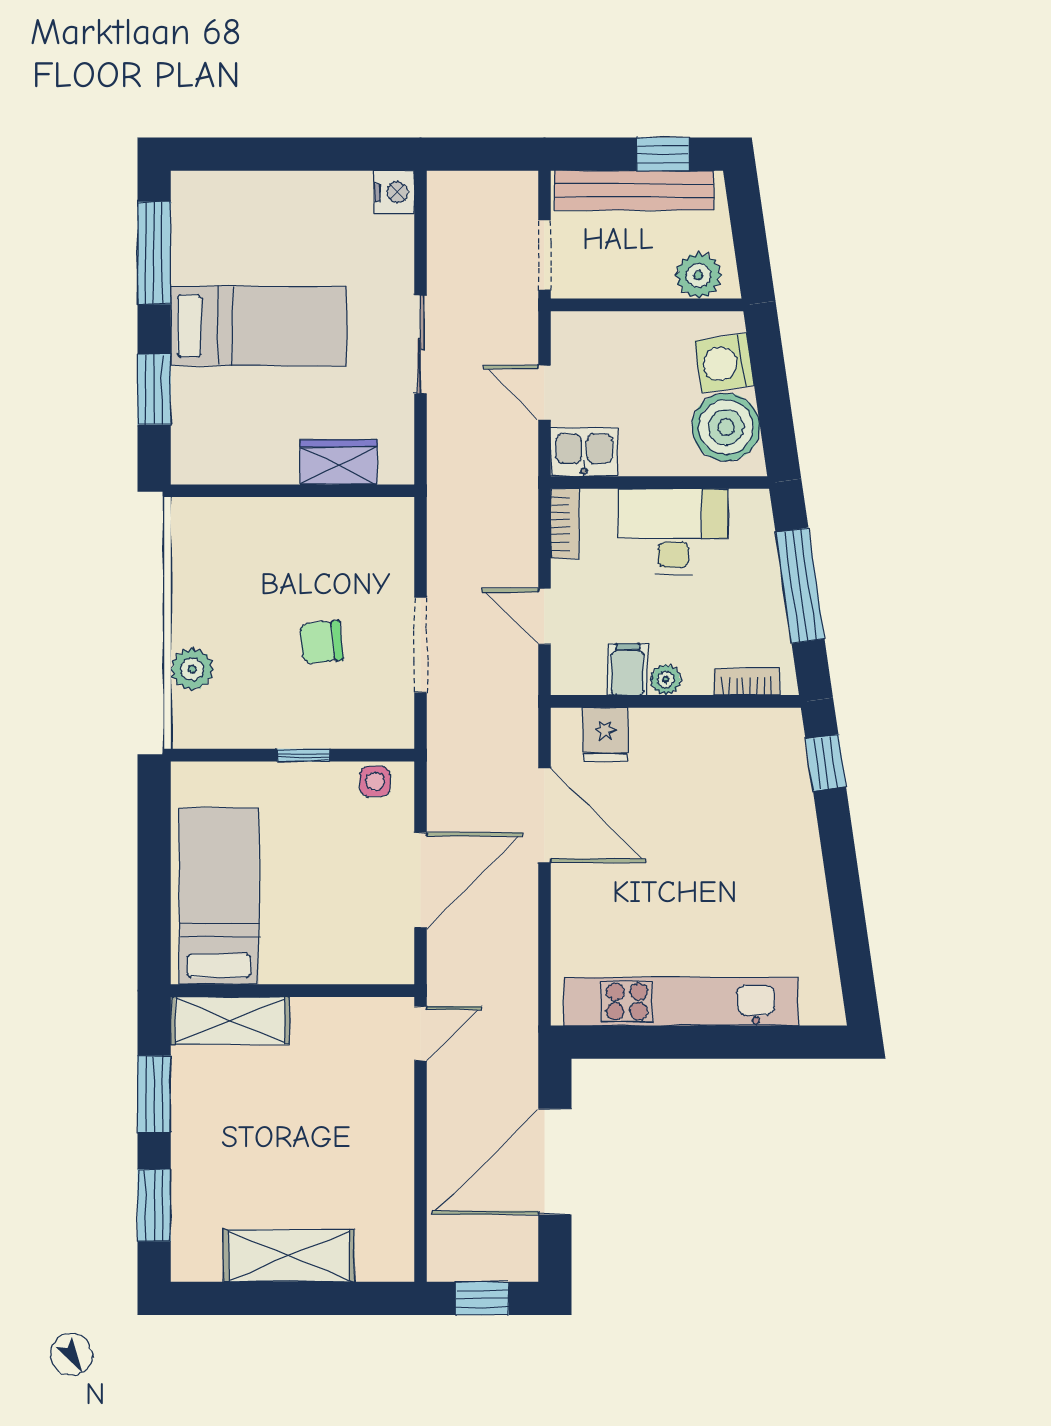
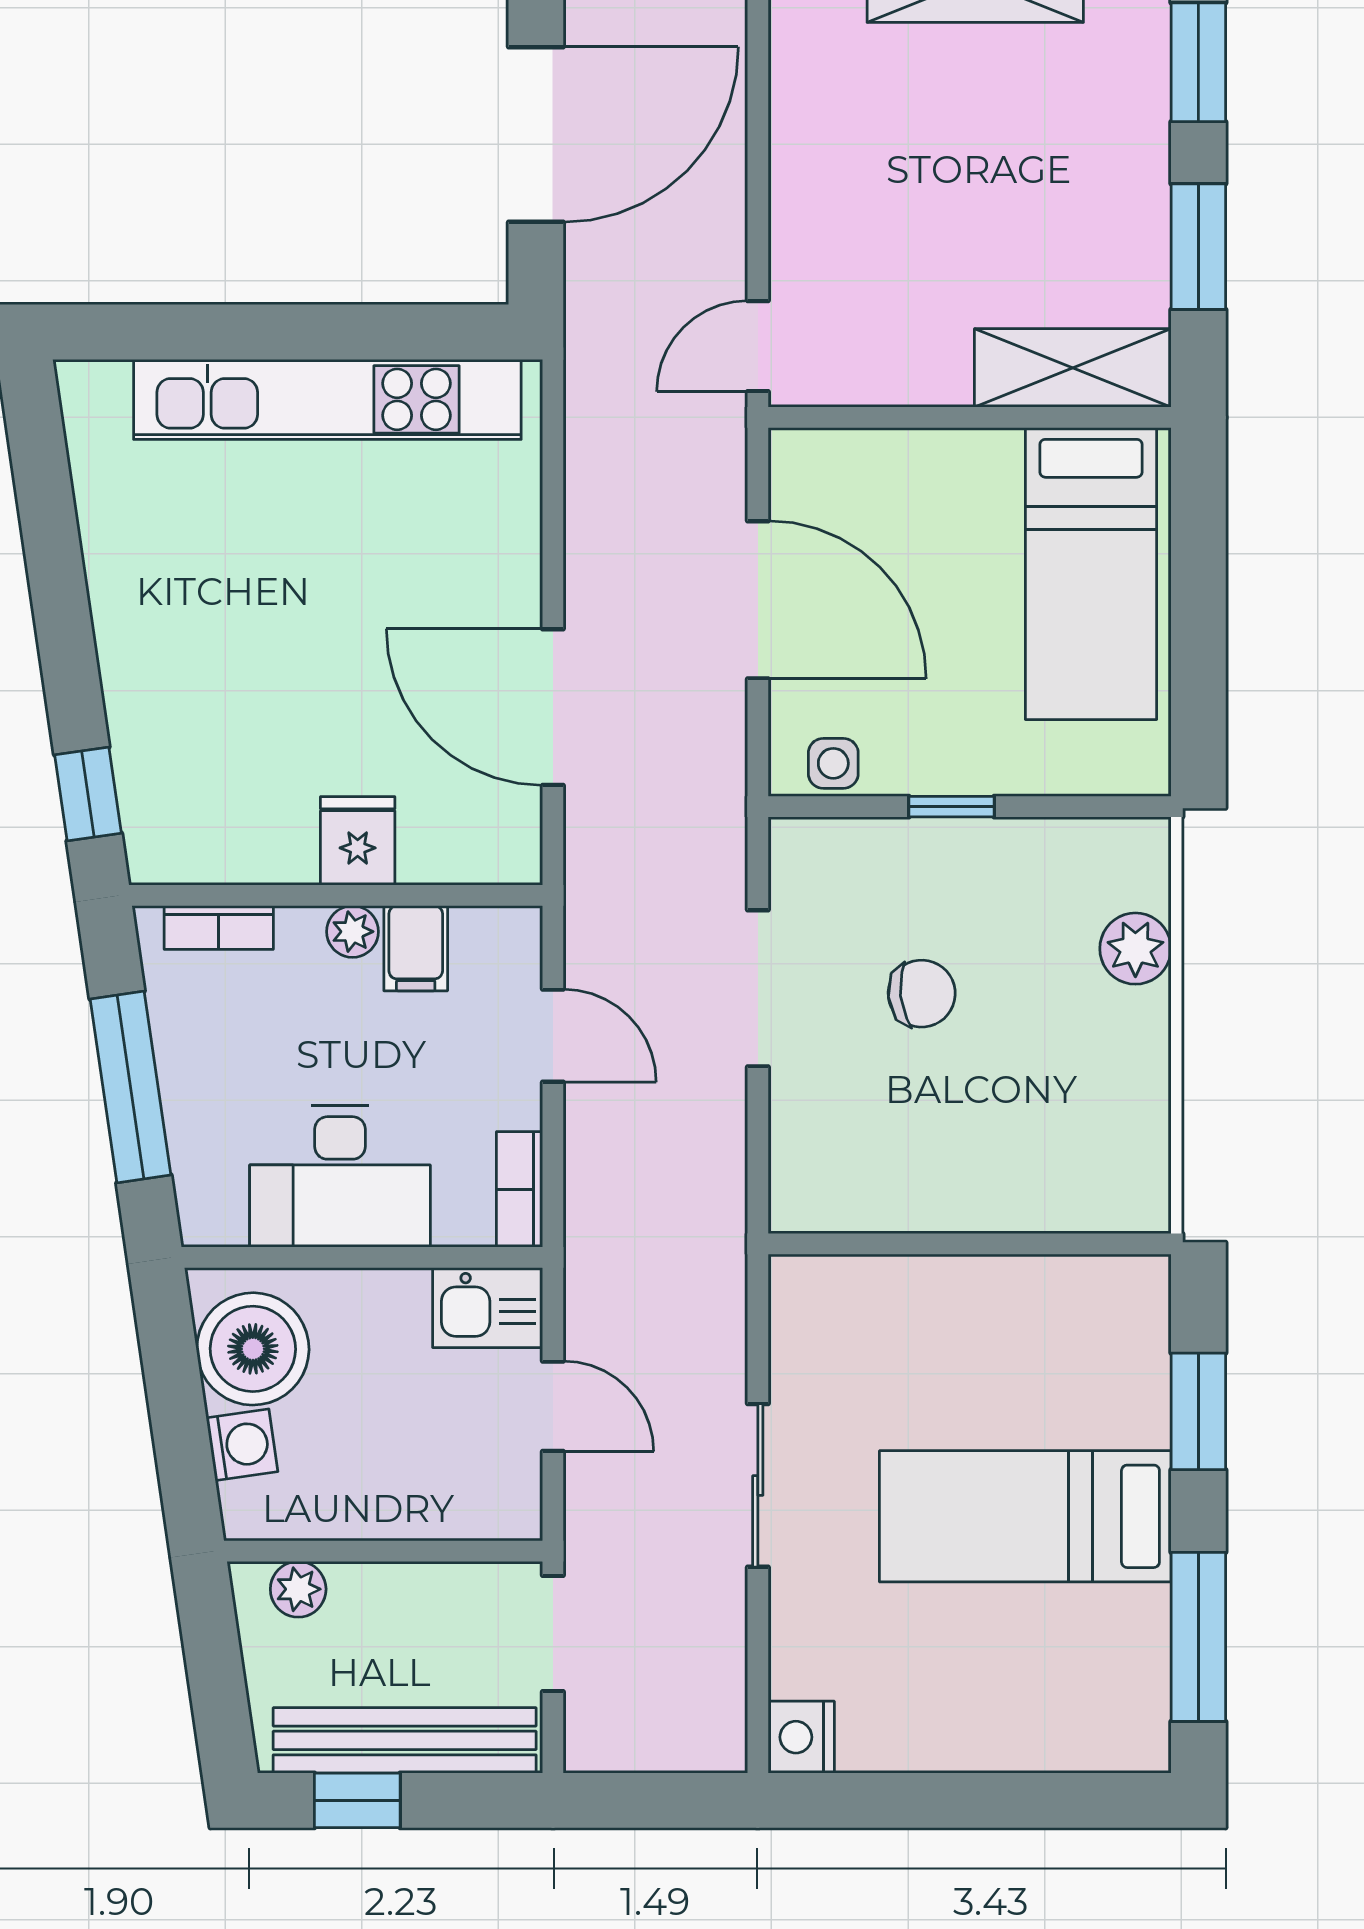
plant: (699, 275) -> (298, 1589), width x0.73, depth x0.73
washing machine: (724, 363) -> (242, 1445), width x0.73, depth x0.73
wardrobe: (339, 462) -> (893, 1291), removed
fridge: (605, 734) -> (358, 841), moved
door: (421, 880) -> (758, 600), swing flipped

